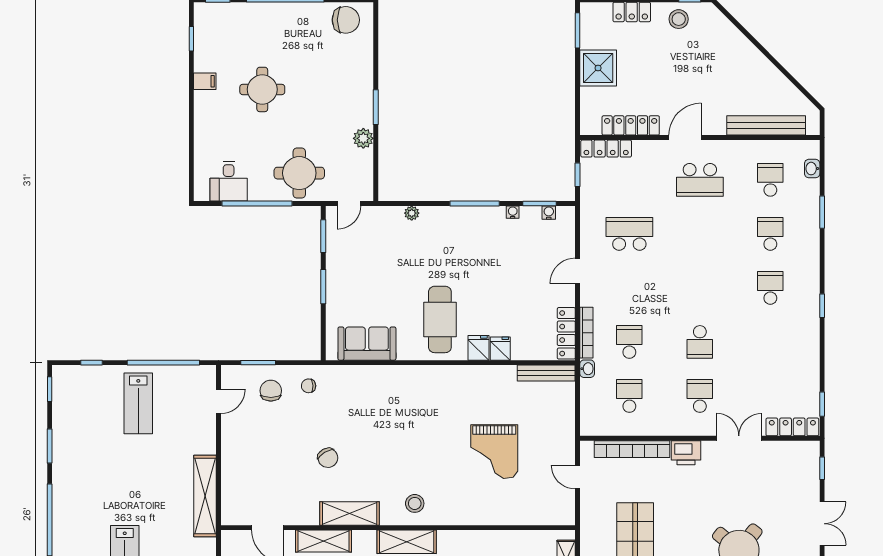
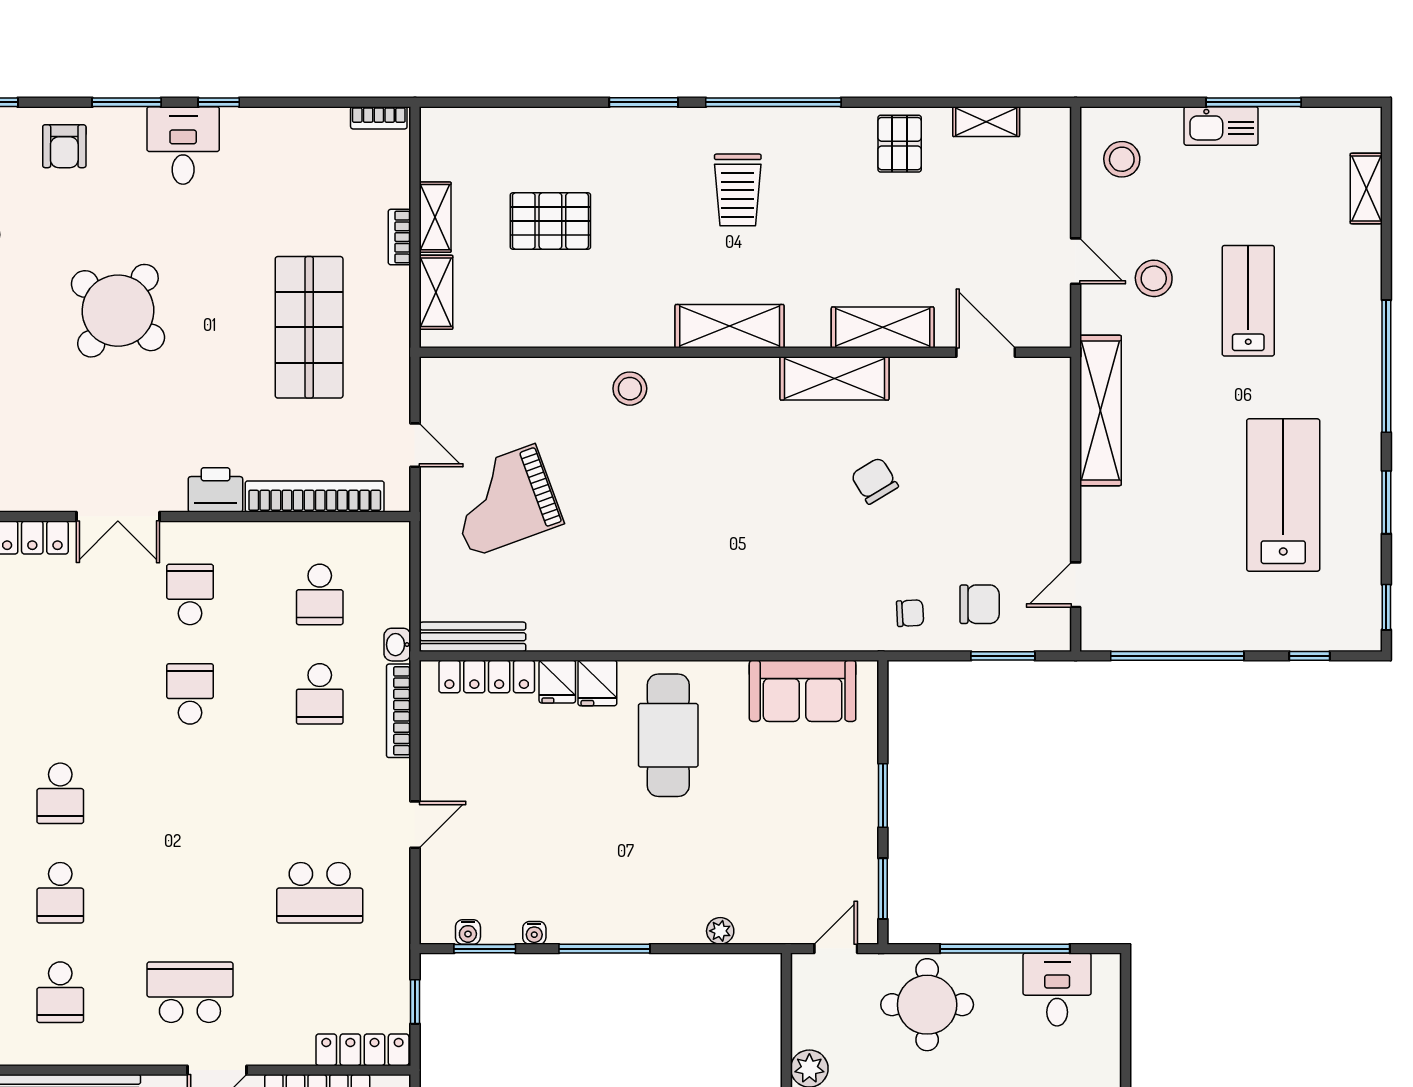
locker: (566, 333) -> (487, 677), moved, turned 90
chair: (271, 391) -> (980, 604), turned -90
school desk: (700, 396) -> (190, 594), turned 180
lab bench: (138, 403) -> (1283, 495), moved, width x1.36, depth x1.39
grand piano: (494, 452) -> (503, 501), moved, turned -110
stool: (415, 503) -> (630, 389), moved

